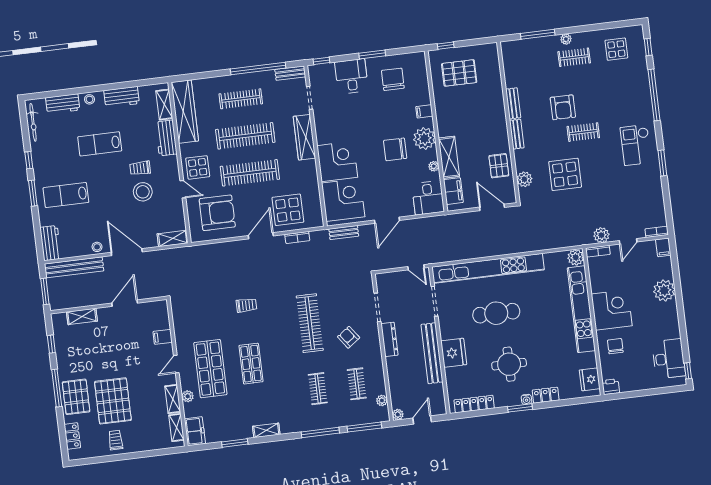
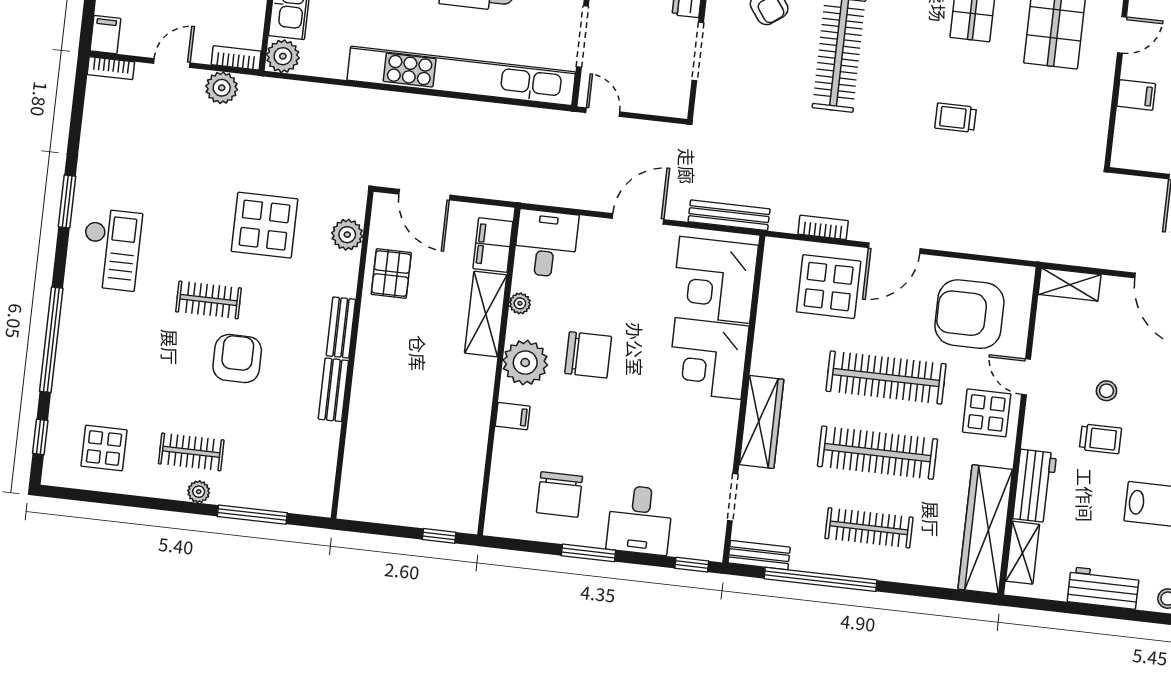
pallet: (459, 73) -> (426, 475), removed
stool: (143, 192) -> (1106, 391), width x0.53, depth x0.53
bench: (344, 232) -> (729, 215), width x1.36

